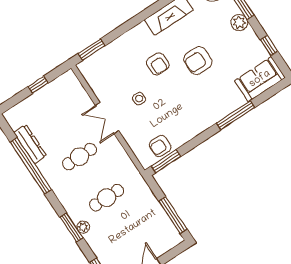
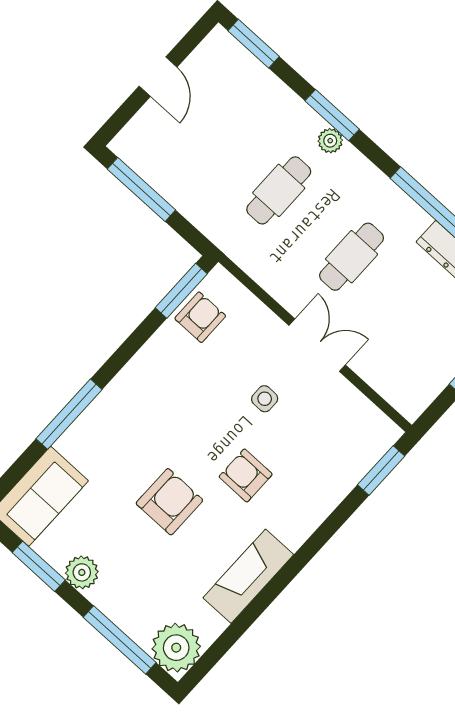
plant: (239, 23) -> (82, 572), moved
window: (269, 45) -> (39, 566), width x1.50
plant: (83, 227) -> (330, 141), moved

